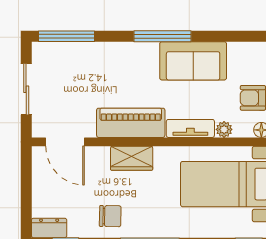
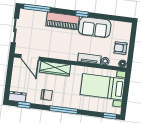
window: (163, 36) -> (82, 14), width x0.46
piano: (131, 123) -> (63, 21), moved, turned 180
wardrobe: (132, 158) -> (55, 68), width x1.50

